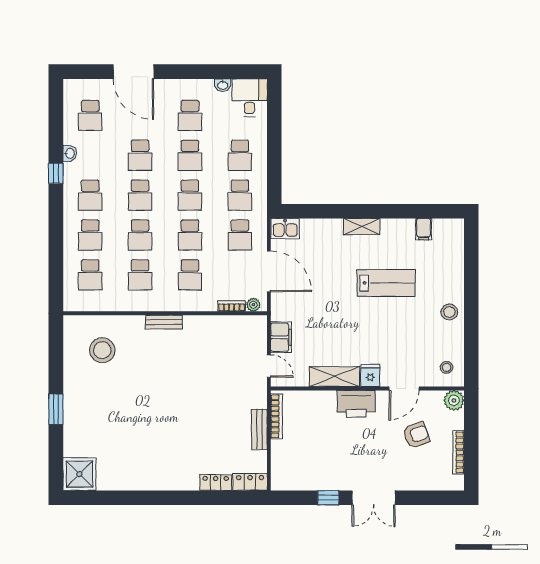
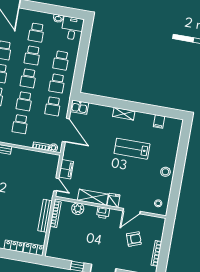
lab bench: (386, 283) -> (132, 149), turned 180
plant: (454, 400) -> (78, 209), moved
printer: (356, 404) -> (103, 213), width x0.53, depth x0.68
bench: (259, 429) -> (45, 216), width x1.36

